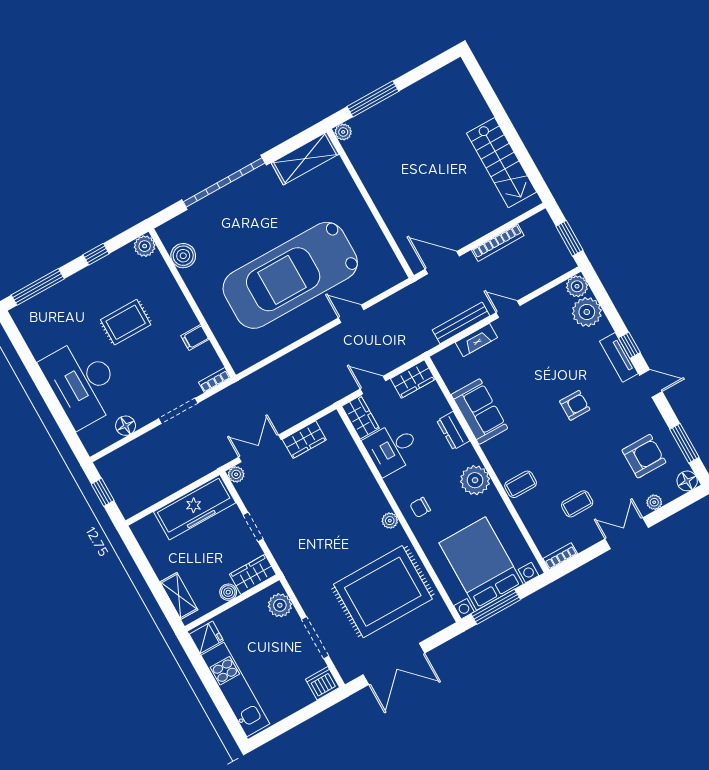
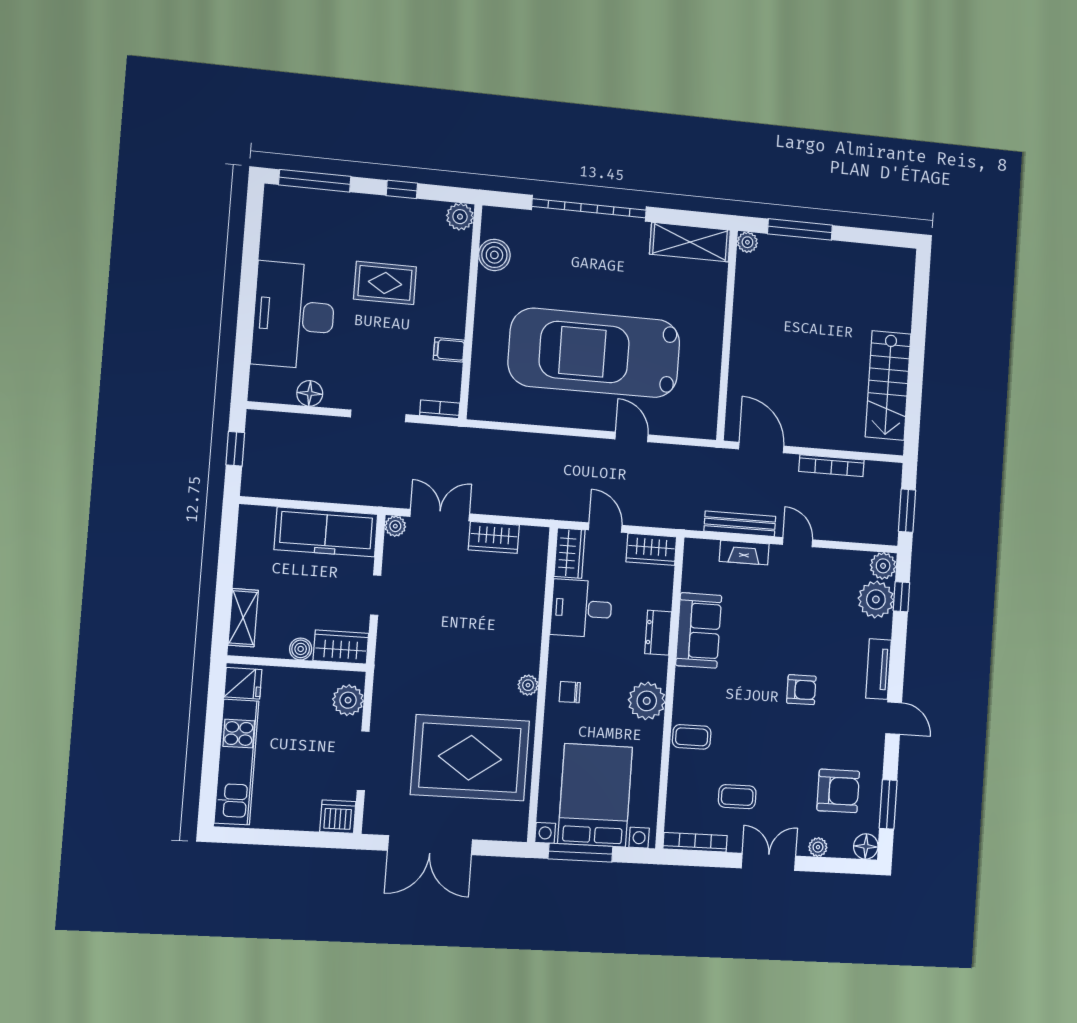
window: (629, 345) -> (901, 597), moved
bookcase: (560, 556) -> (695, 842), width x1.56

